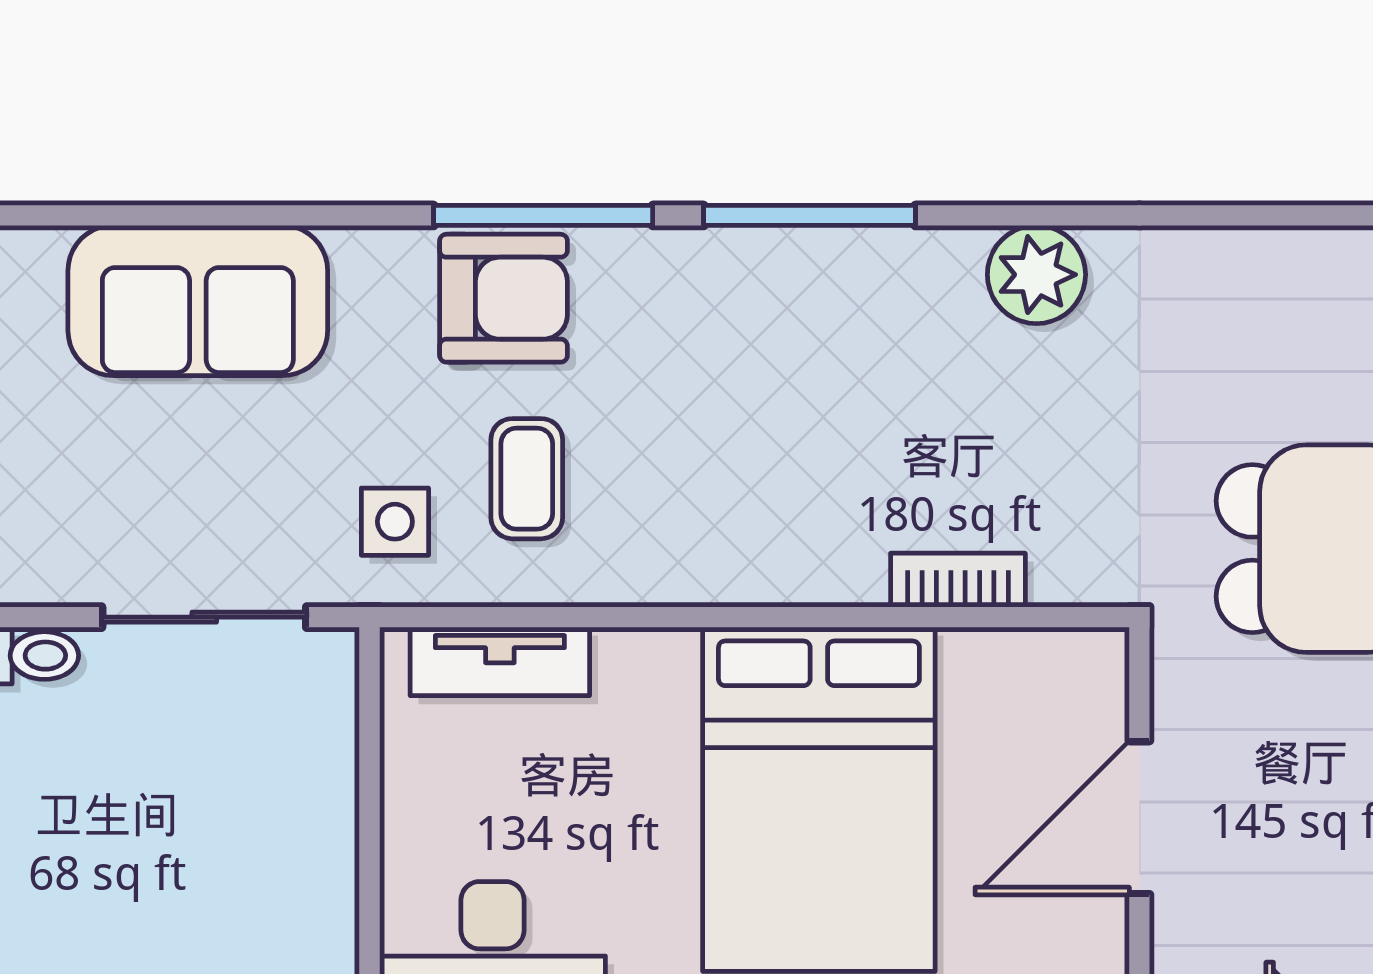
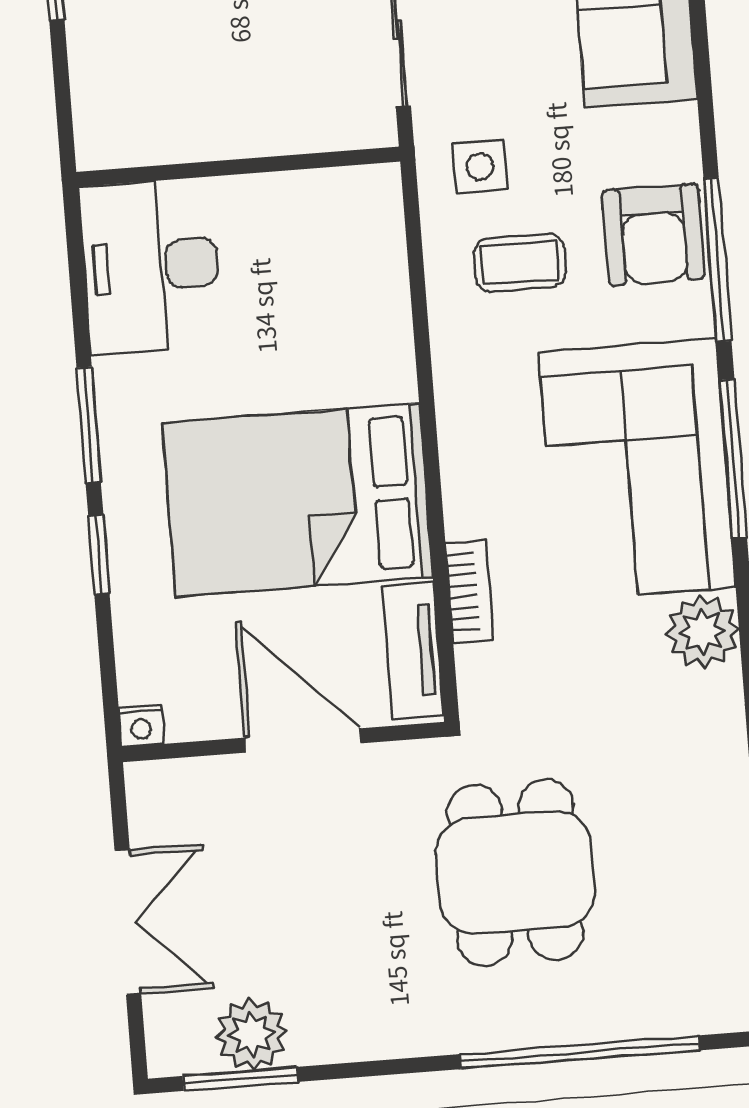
corner sofa: (814, 344) -> (637, 469), added
tv unit: (500, 661) -> (413, 651), moved

